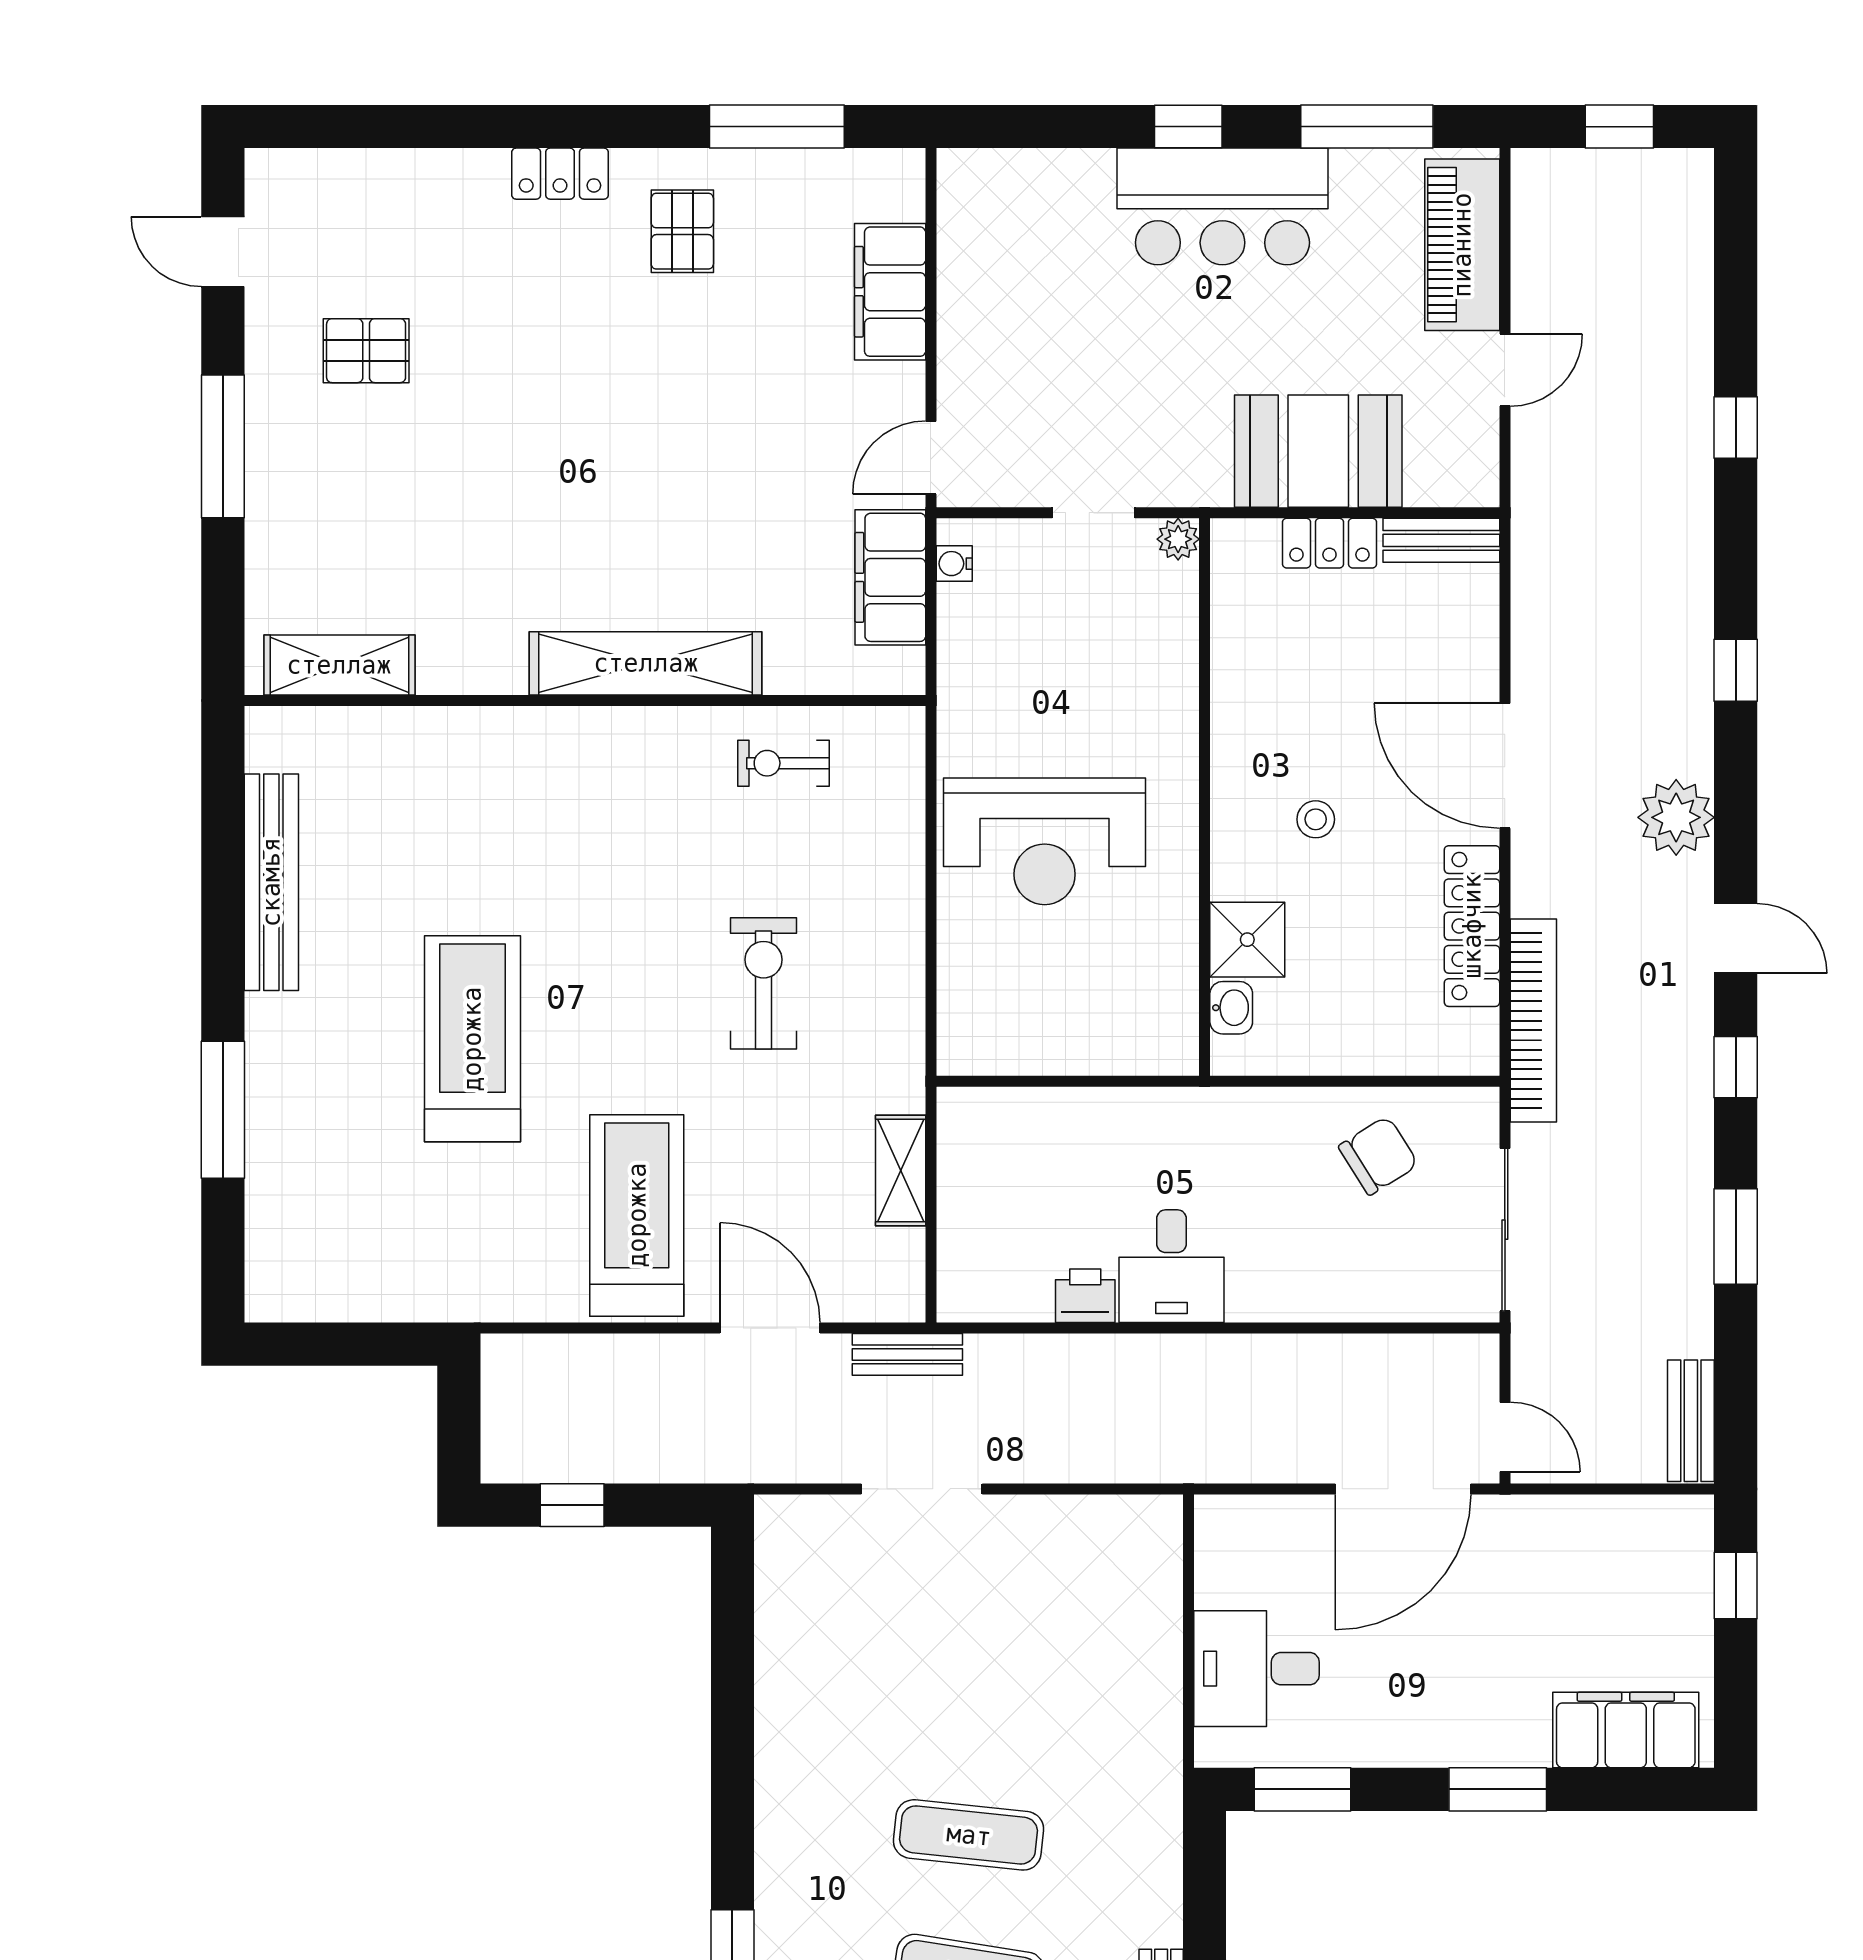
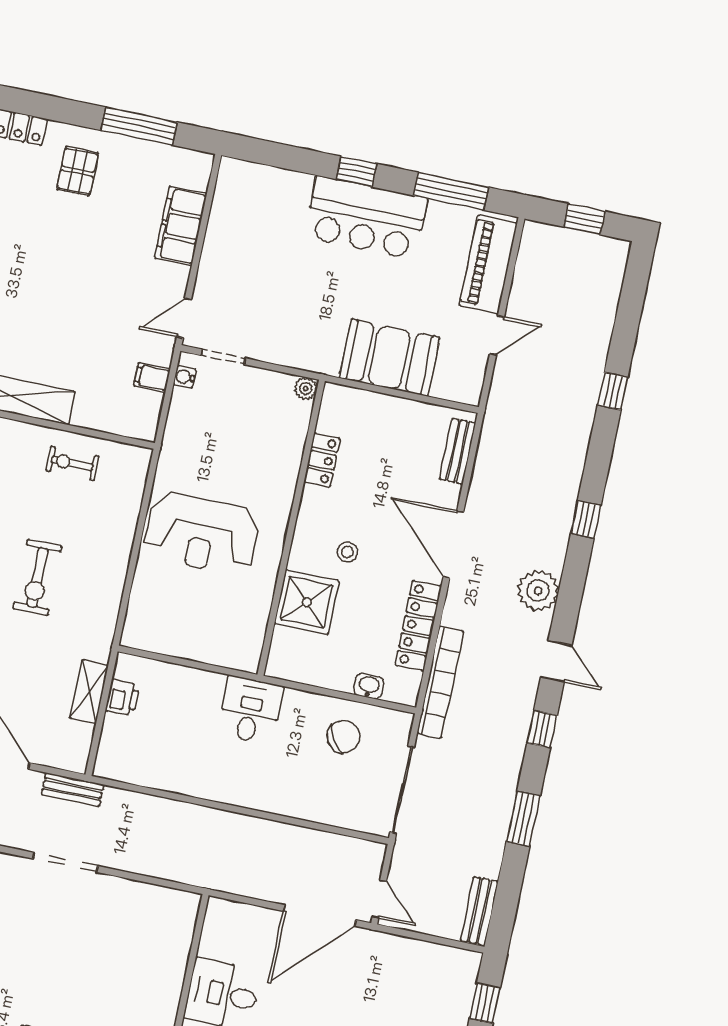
doorway: (1093, 513) -> (223, 357), moved
bench: (1441, 540) -> (458, 451), moved, turned 90
locker: (1329, 543) -> (322, 460), moved, turned -90
filing cabinet: (890, 577) -> (152, 378), width x0.33, depth x0.86
shower: (1247, 940) -> (307, 602), width x1.36, depth x1.36
exercise bike: (763, 983) -> (37, 578), turned 180
washbasin: (1231, 1008) -> (369, 686), moved, turned -90
desk: (1172, 1266) -> (250, 710), moved, turned 180
printer: (1085, 1296) -> (123, 698), moved, turned 90

